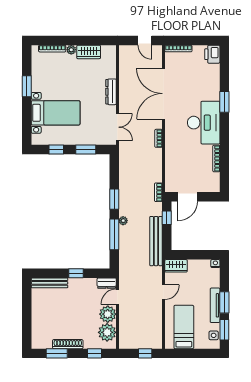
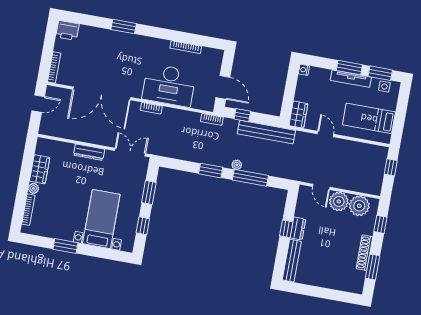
desk: (204, 123) -> (169, 85), moved, turned 180
dresser: (107, 283) -> (298, 229), moved

